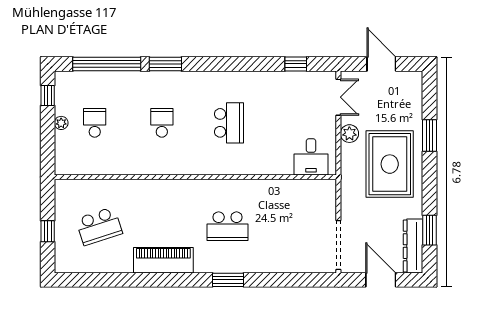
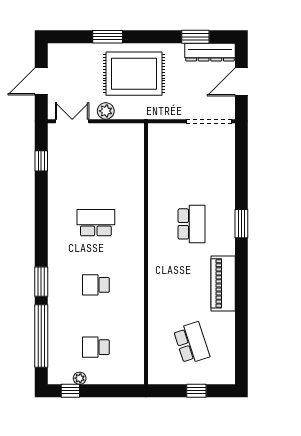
plant: (61, 123) -> (80, 378), moved
desk: (311, 157) -> (127, 147), removed

